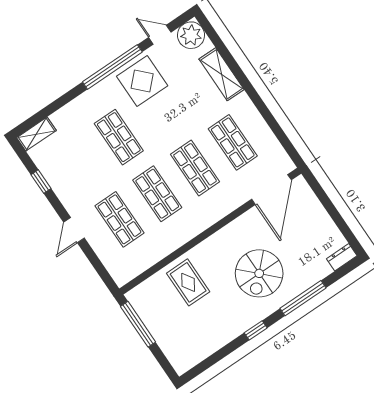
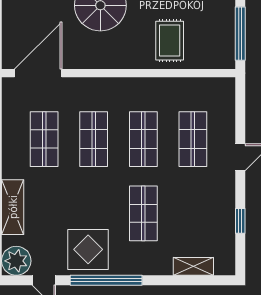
shelving: (36, 134) -> (193, 266), moved

